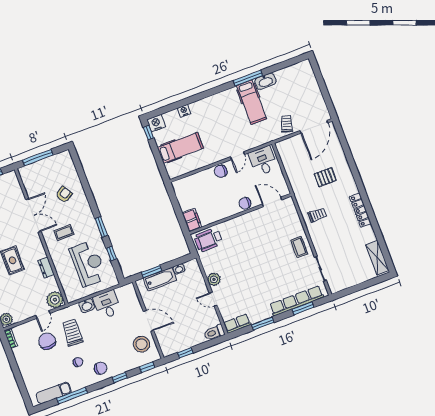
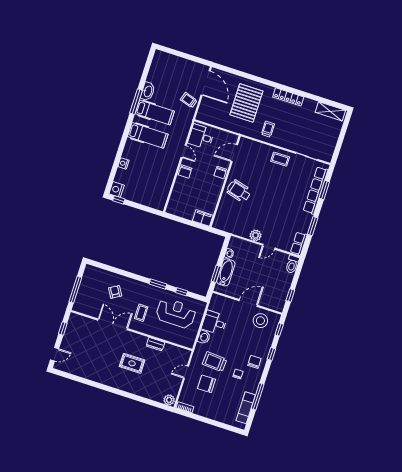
hospital bed: (180, 148) -> (148, 135), moved, turned 90
pallet: (325, 177) -> (246, 103), width x2.05, depth x2.00
wheelchair: (208, 240) -> (239, 191), moved, turned 105
plant: (55, 300) -> (182, 356), removed
door: (43, 315) -> (186, 372), swing flipped

